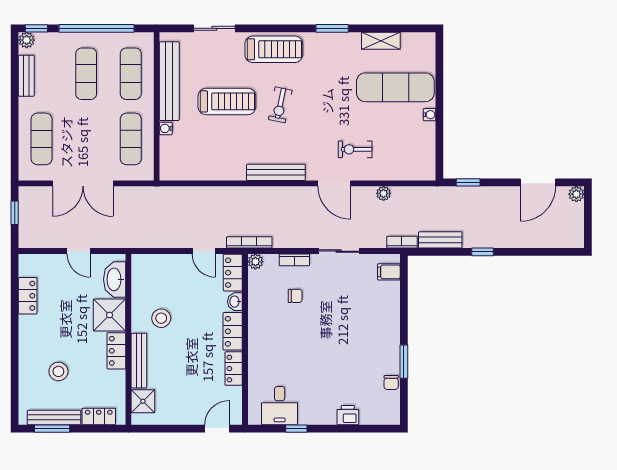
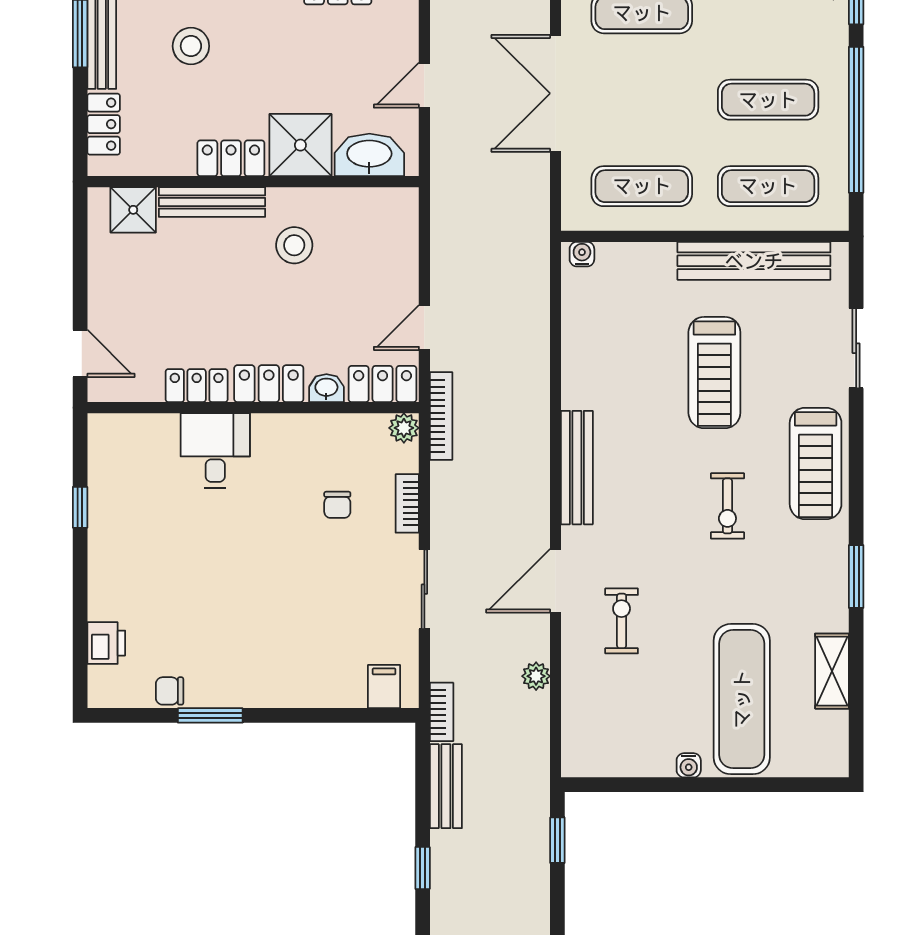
exercise bike: (280, 105) -> (727, 506), moved, turned -102
water cooler: (166, 128) -> (582, 254), moved
desk: (280, 406) -> (215, 450), moved, turned 90
printer: (348, 415) -> (106, 643), moved

